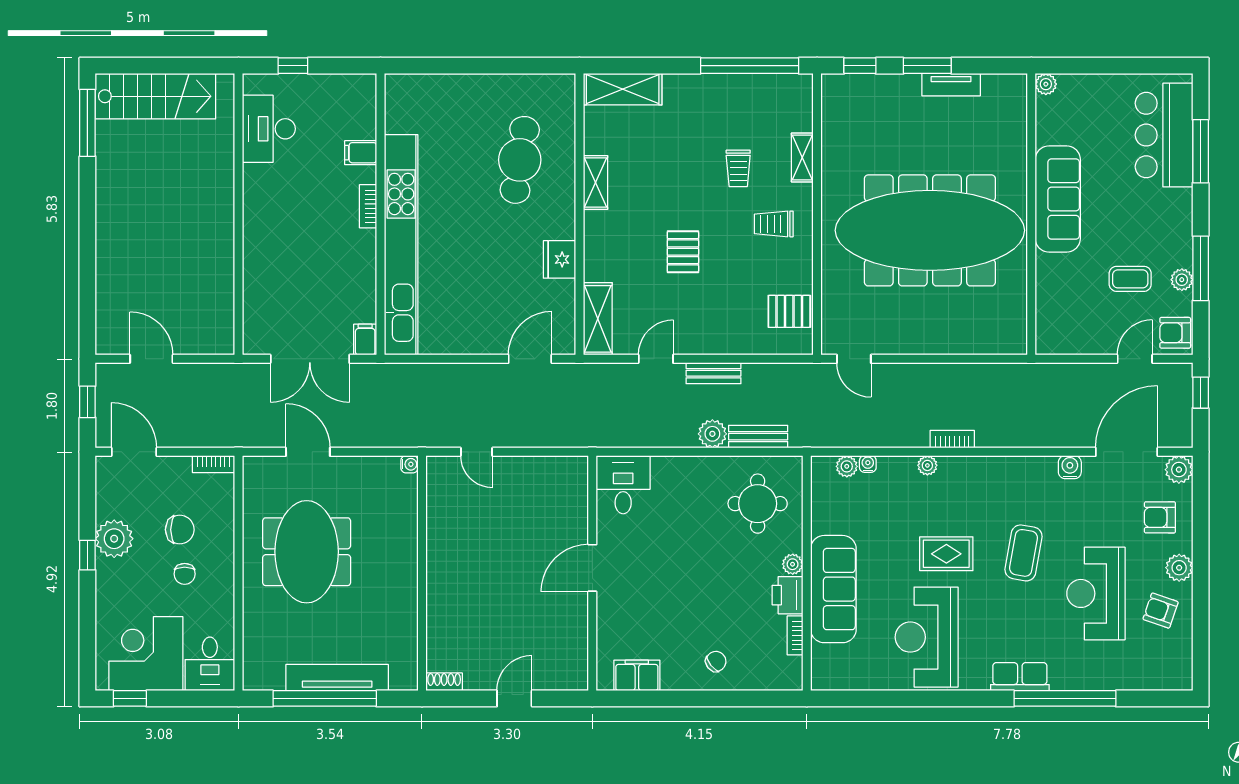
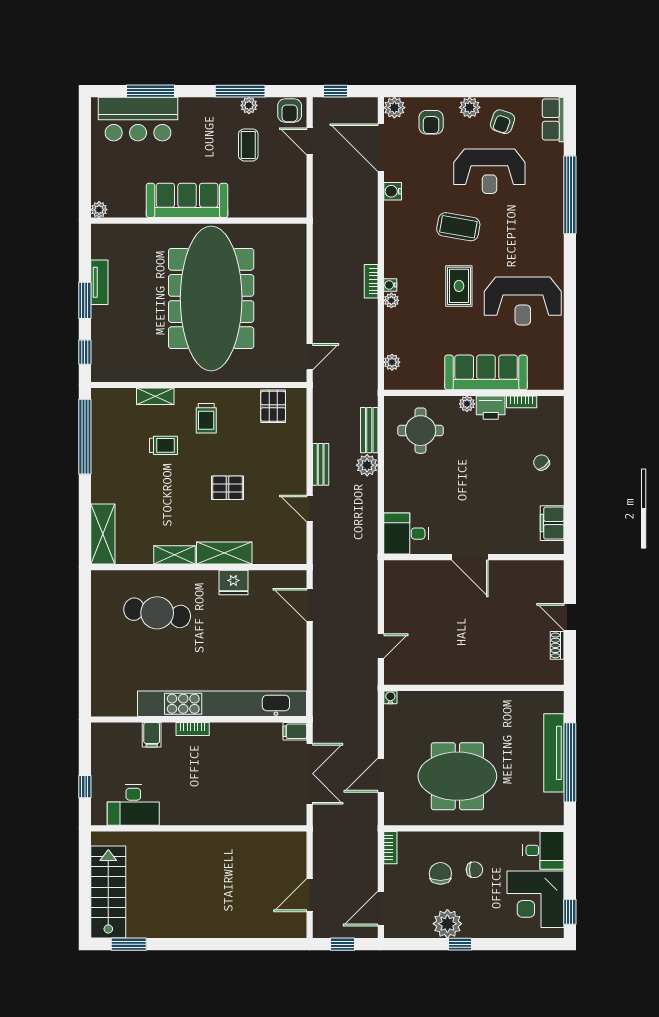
window: (87, 123) -> (129, 944), width x0.69
shelving: (598, 319) -> (224, 553), moved
water cooler: (868, 464) -> (390, 285), moved
row of seats: (1020, 677) -> (553, 119), moved
shoe rack: (444, 682) -> (557, 645), moved

